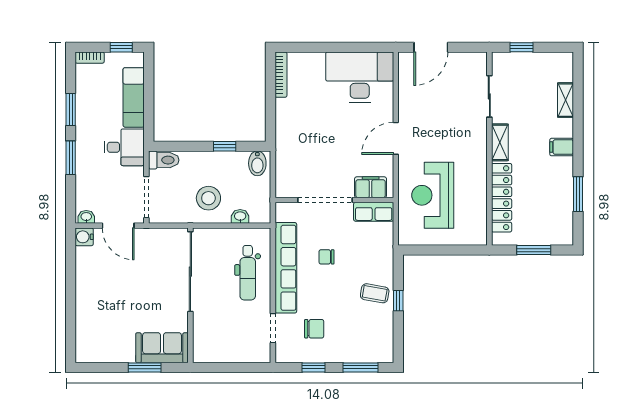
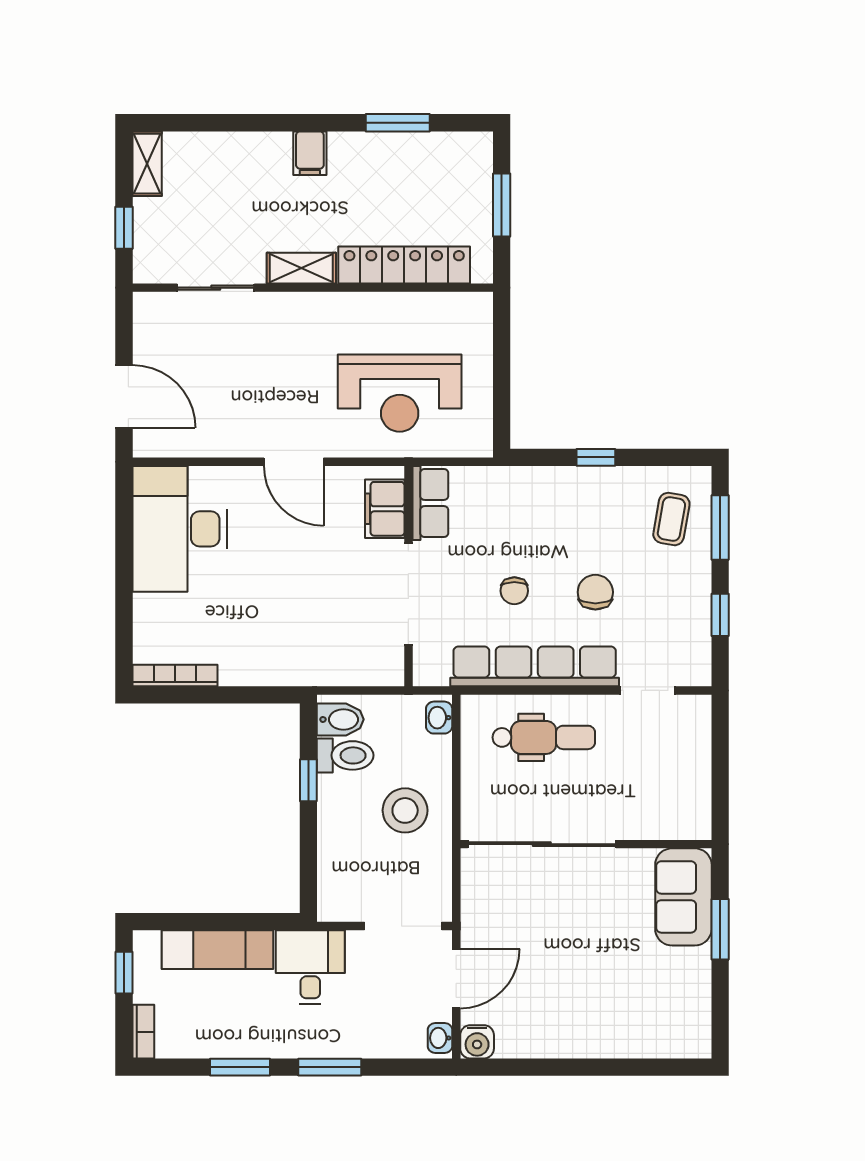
shelving: (566, 100) -> (147, 164), moved, turned 90
toilet: (164, 160) -> (345, 755), moved, turned 90
washbasin: (240, 216) -> (439, 718), moved
coffee table: (375, 293) -> (671, 519), moved
chair: (314, 329) -> (595, 592), moved

